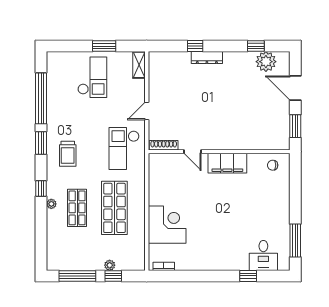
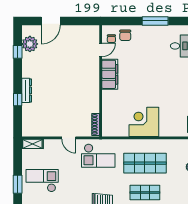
window: (104, 46) -> (18, 184), moved
window: (295, 126) -> (81, 21), removed
door: (193, 152) -> (101, 50), moved
chair: (277, 183) -> (125, 35), added
corner desk: (167, 225) -> (144, 122), moved
window: (295, 241) -> (155, 21), moved

